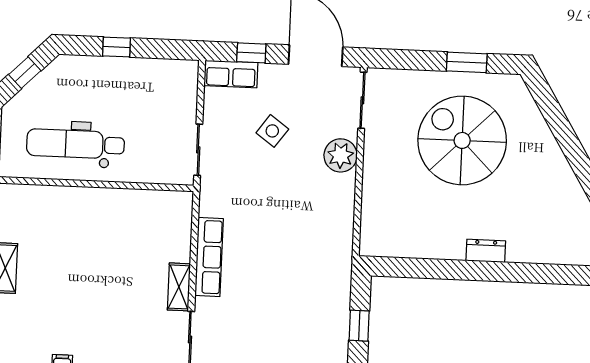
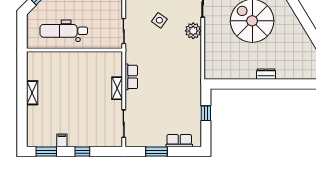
row of seats: (209, 257) -> (131, 77), width x0.68
shelving: (179, 287) -> (117, 88), moved

